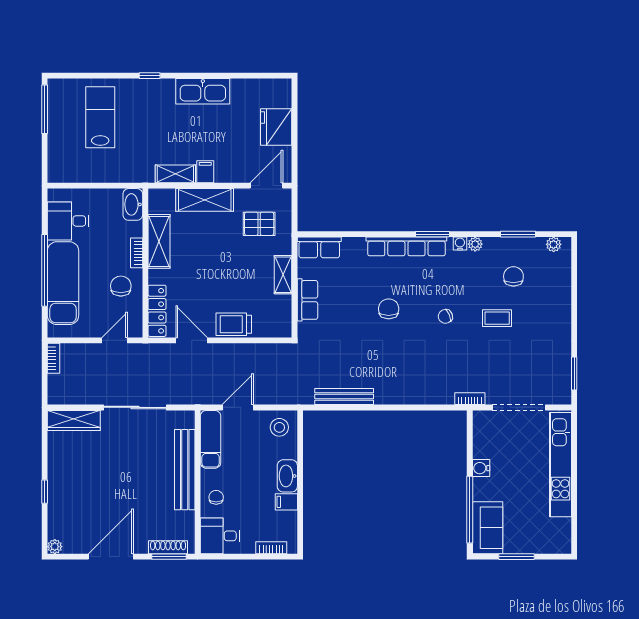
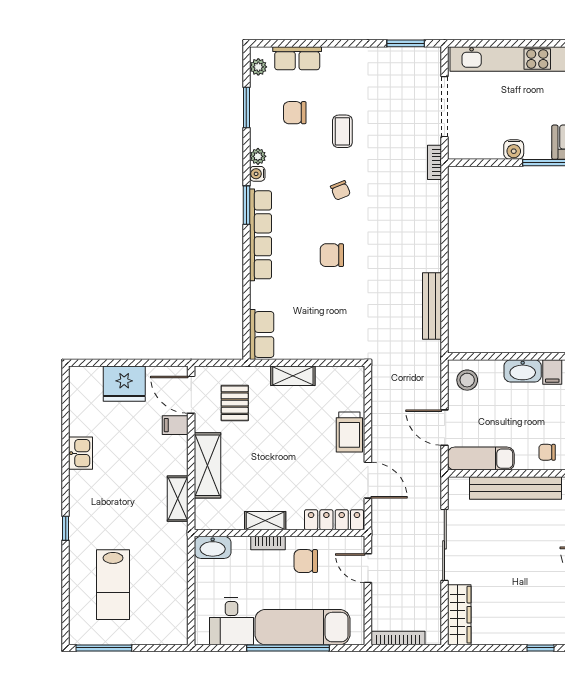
kitchen sink: (203, 91) -> (81, 453), width x0.53, depth x0.81
lab bench: (100, 117) -> (113, 585), turned -90
filing cabinet: (205, 172) -> (175, 425), moved
shelving: (159, 241) -> (265, 521), width x0.67, depth x0.75
row of seats: (307, 300) -> (297, 58), moved, turned 180
door: (192, 340) -> (368, 480), swing flipped
bookcase: (54, 358) -> (398, 638), width x1.56

